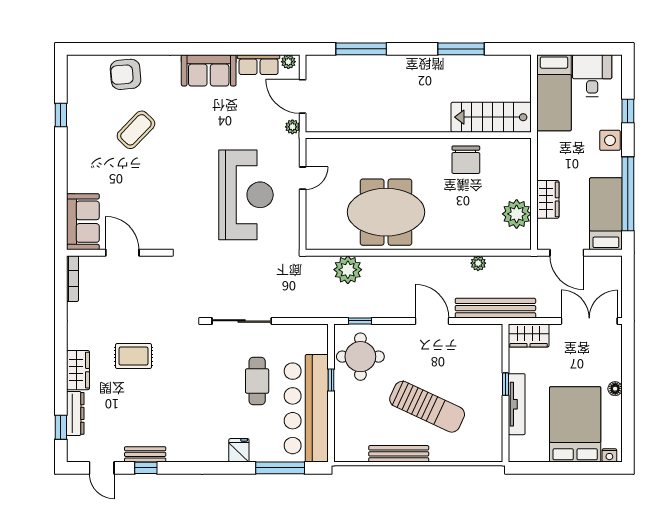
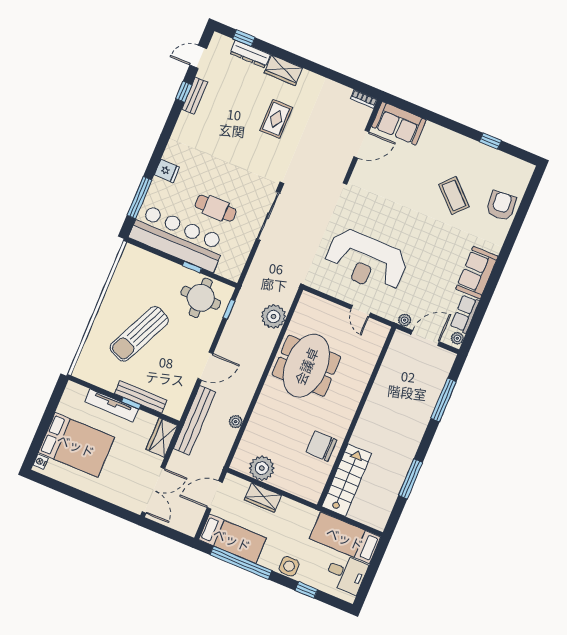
bookcase: (72, 279) -> (364, 99), width x0.64
floor lamp: (615, 389) -> (91, 488), removed
bench: (399, 454) -> (141, 397), moved, turned 90

